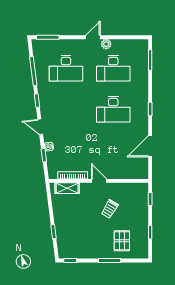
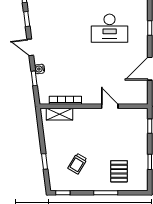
door: (99, 181) -> (110, 106), moved
trolley: (110, 209) -> (77, 164), moved

